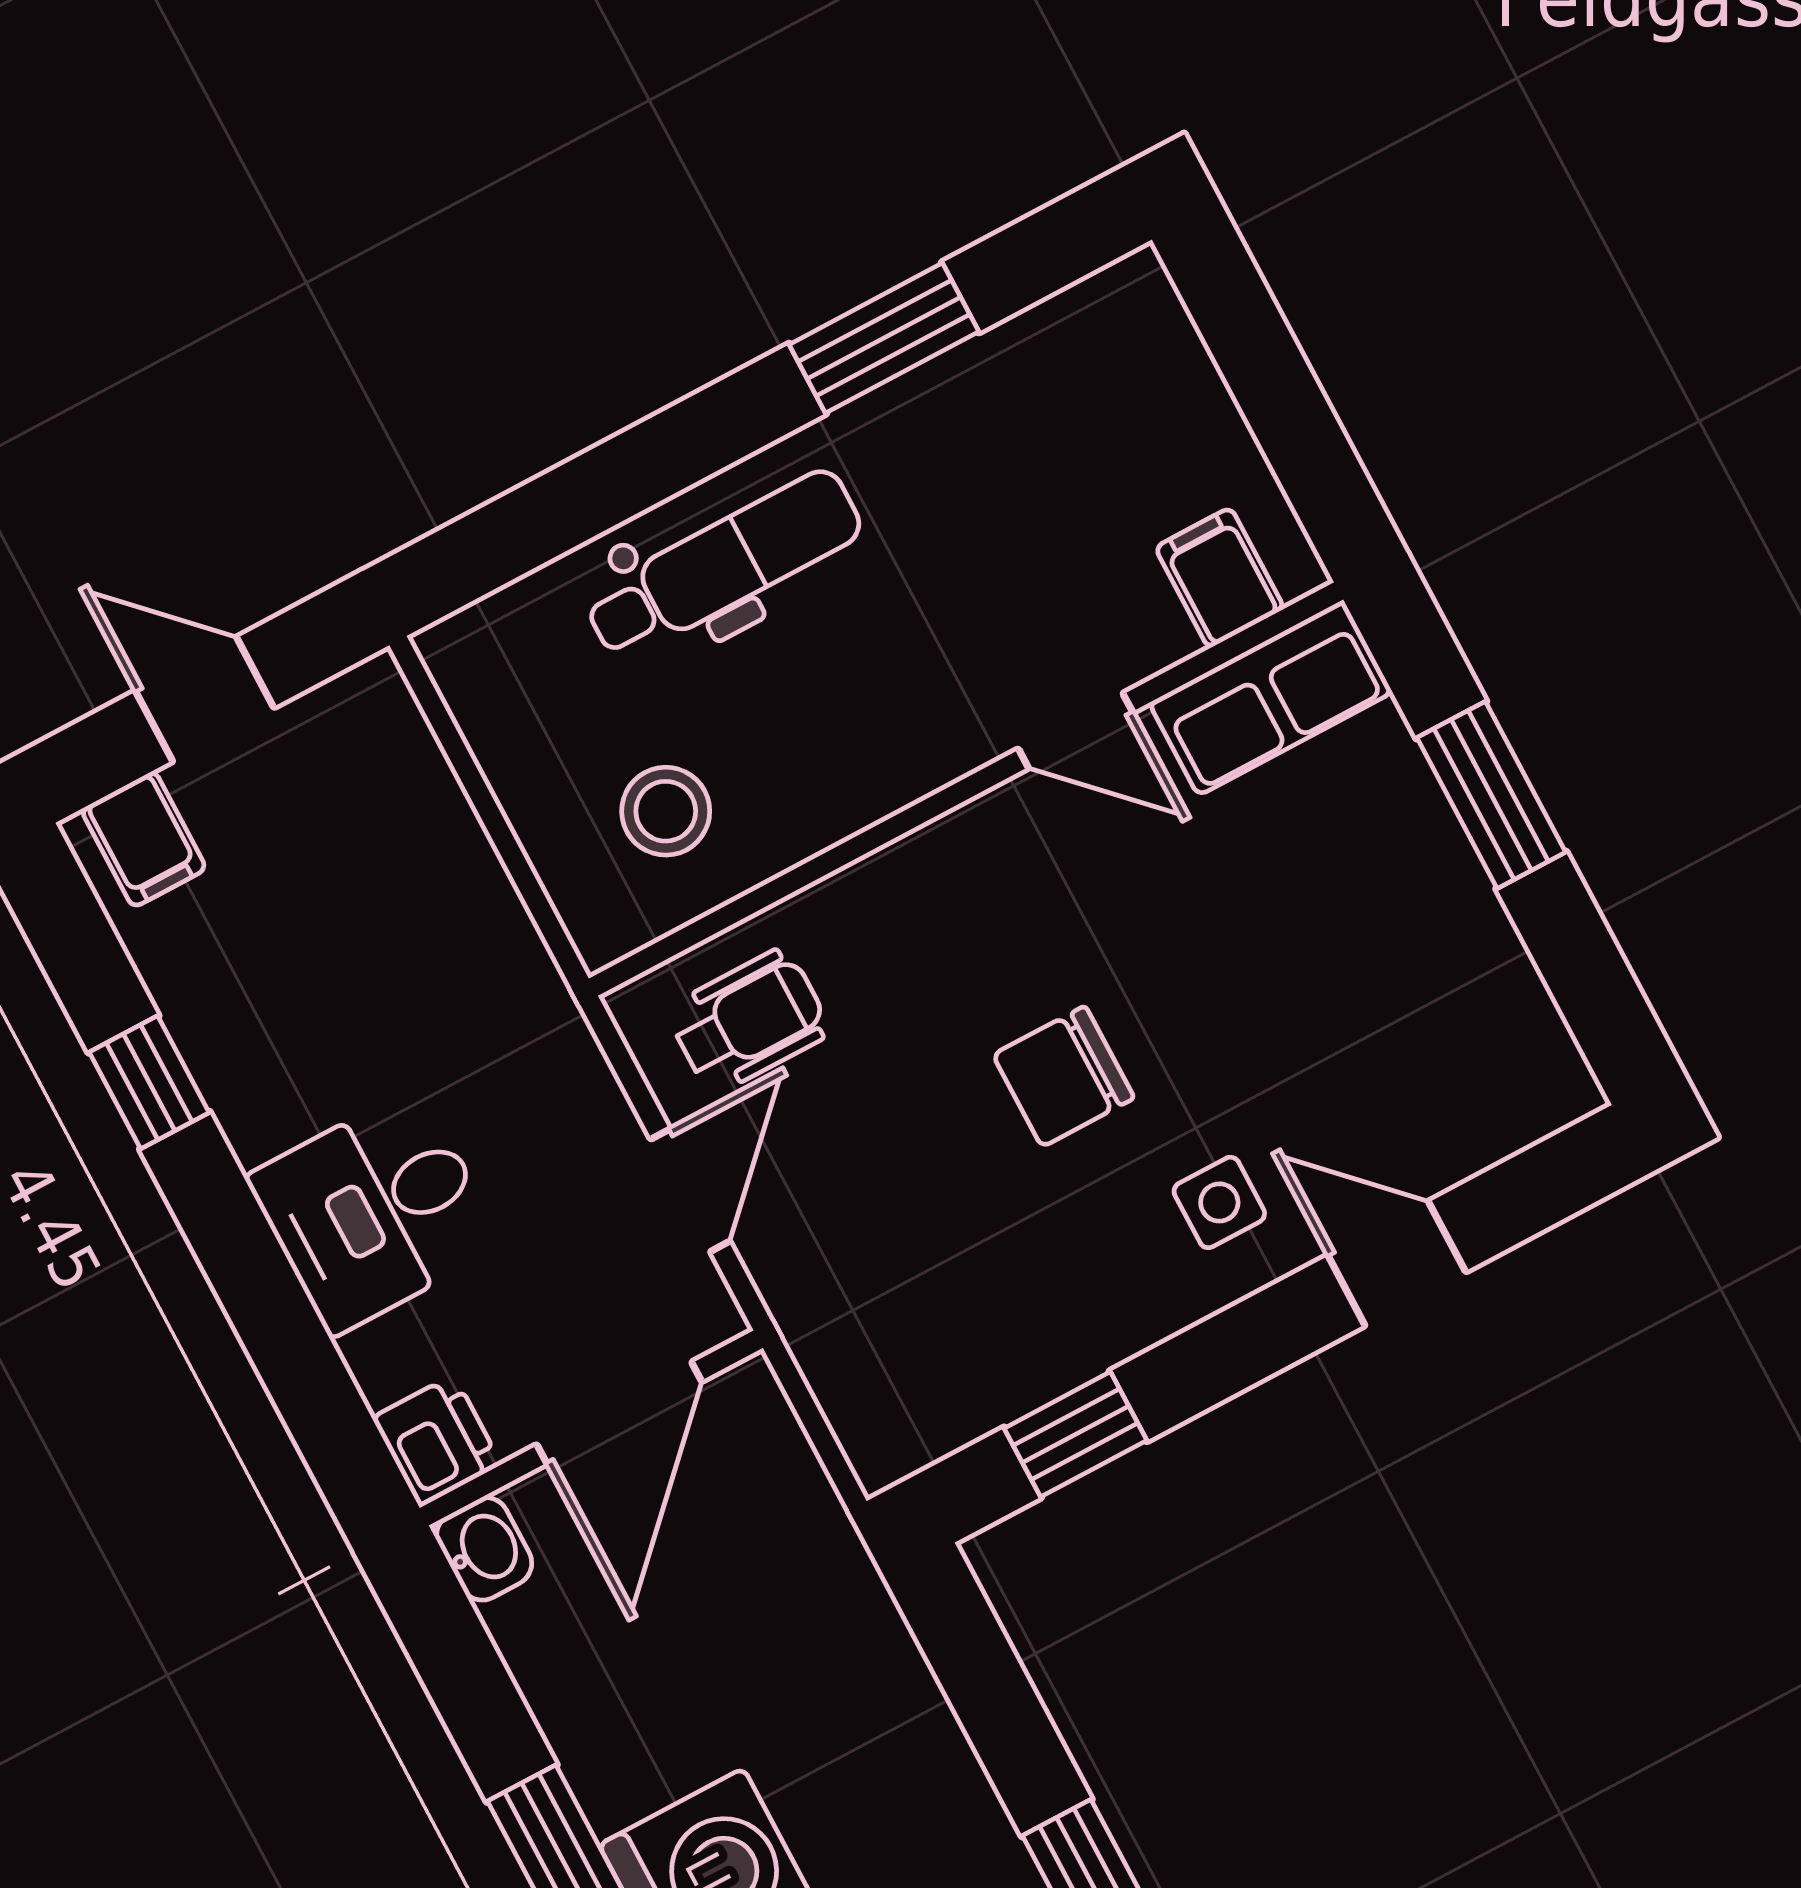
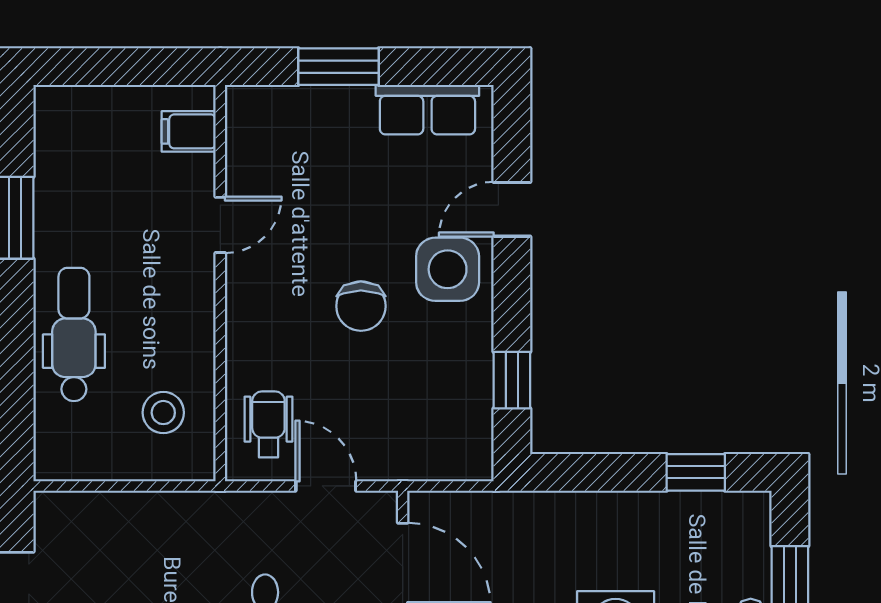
row of seats: (1271, 698) -> (427, 110), moved, turned 90
side table: (1219, 1202) -> (448, 269), width x1.87, depth x1.87

